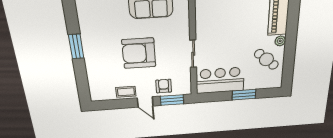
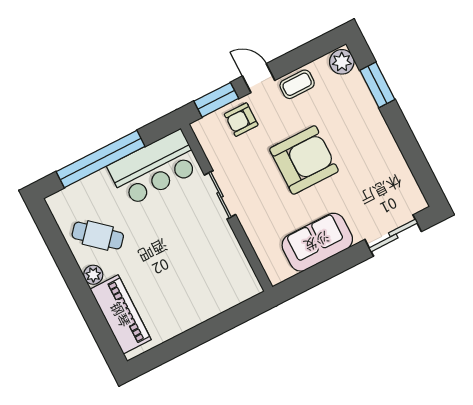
window: (76, 46) -> (377, 85), moved
armchair: (164, 86) -> (241, 120), turned 90
plant: (97, 94) -> (342, 62), added
window: (244, 95) -> (101, 159), width x2.11

